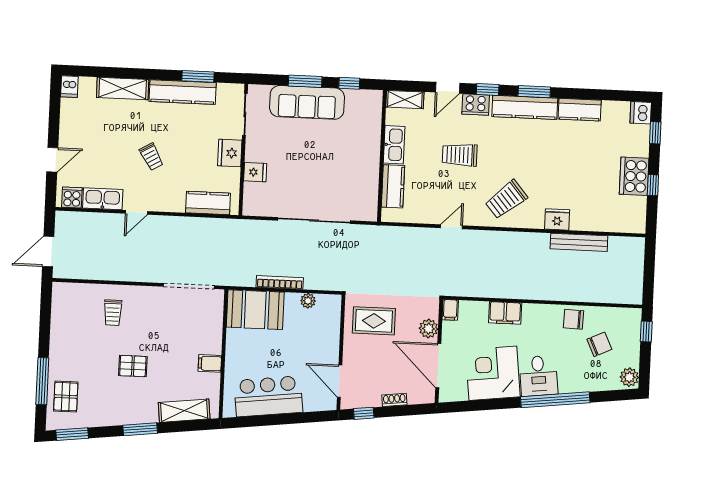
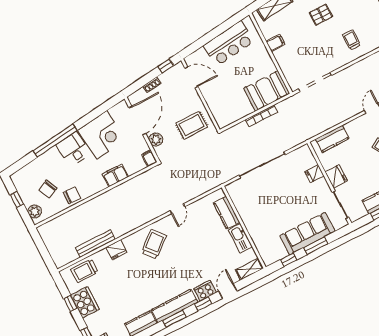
trolley: (460, 155) -> (84, 271), moved, turned 180
plant: (308, 301) -> (238, 115), removed
window: (646, 331) -> (17, 199), moved
door: (438, 366) -> (137, 121), hinge flipped
plant: (629, 377) -> (35, 211), moved

